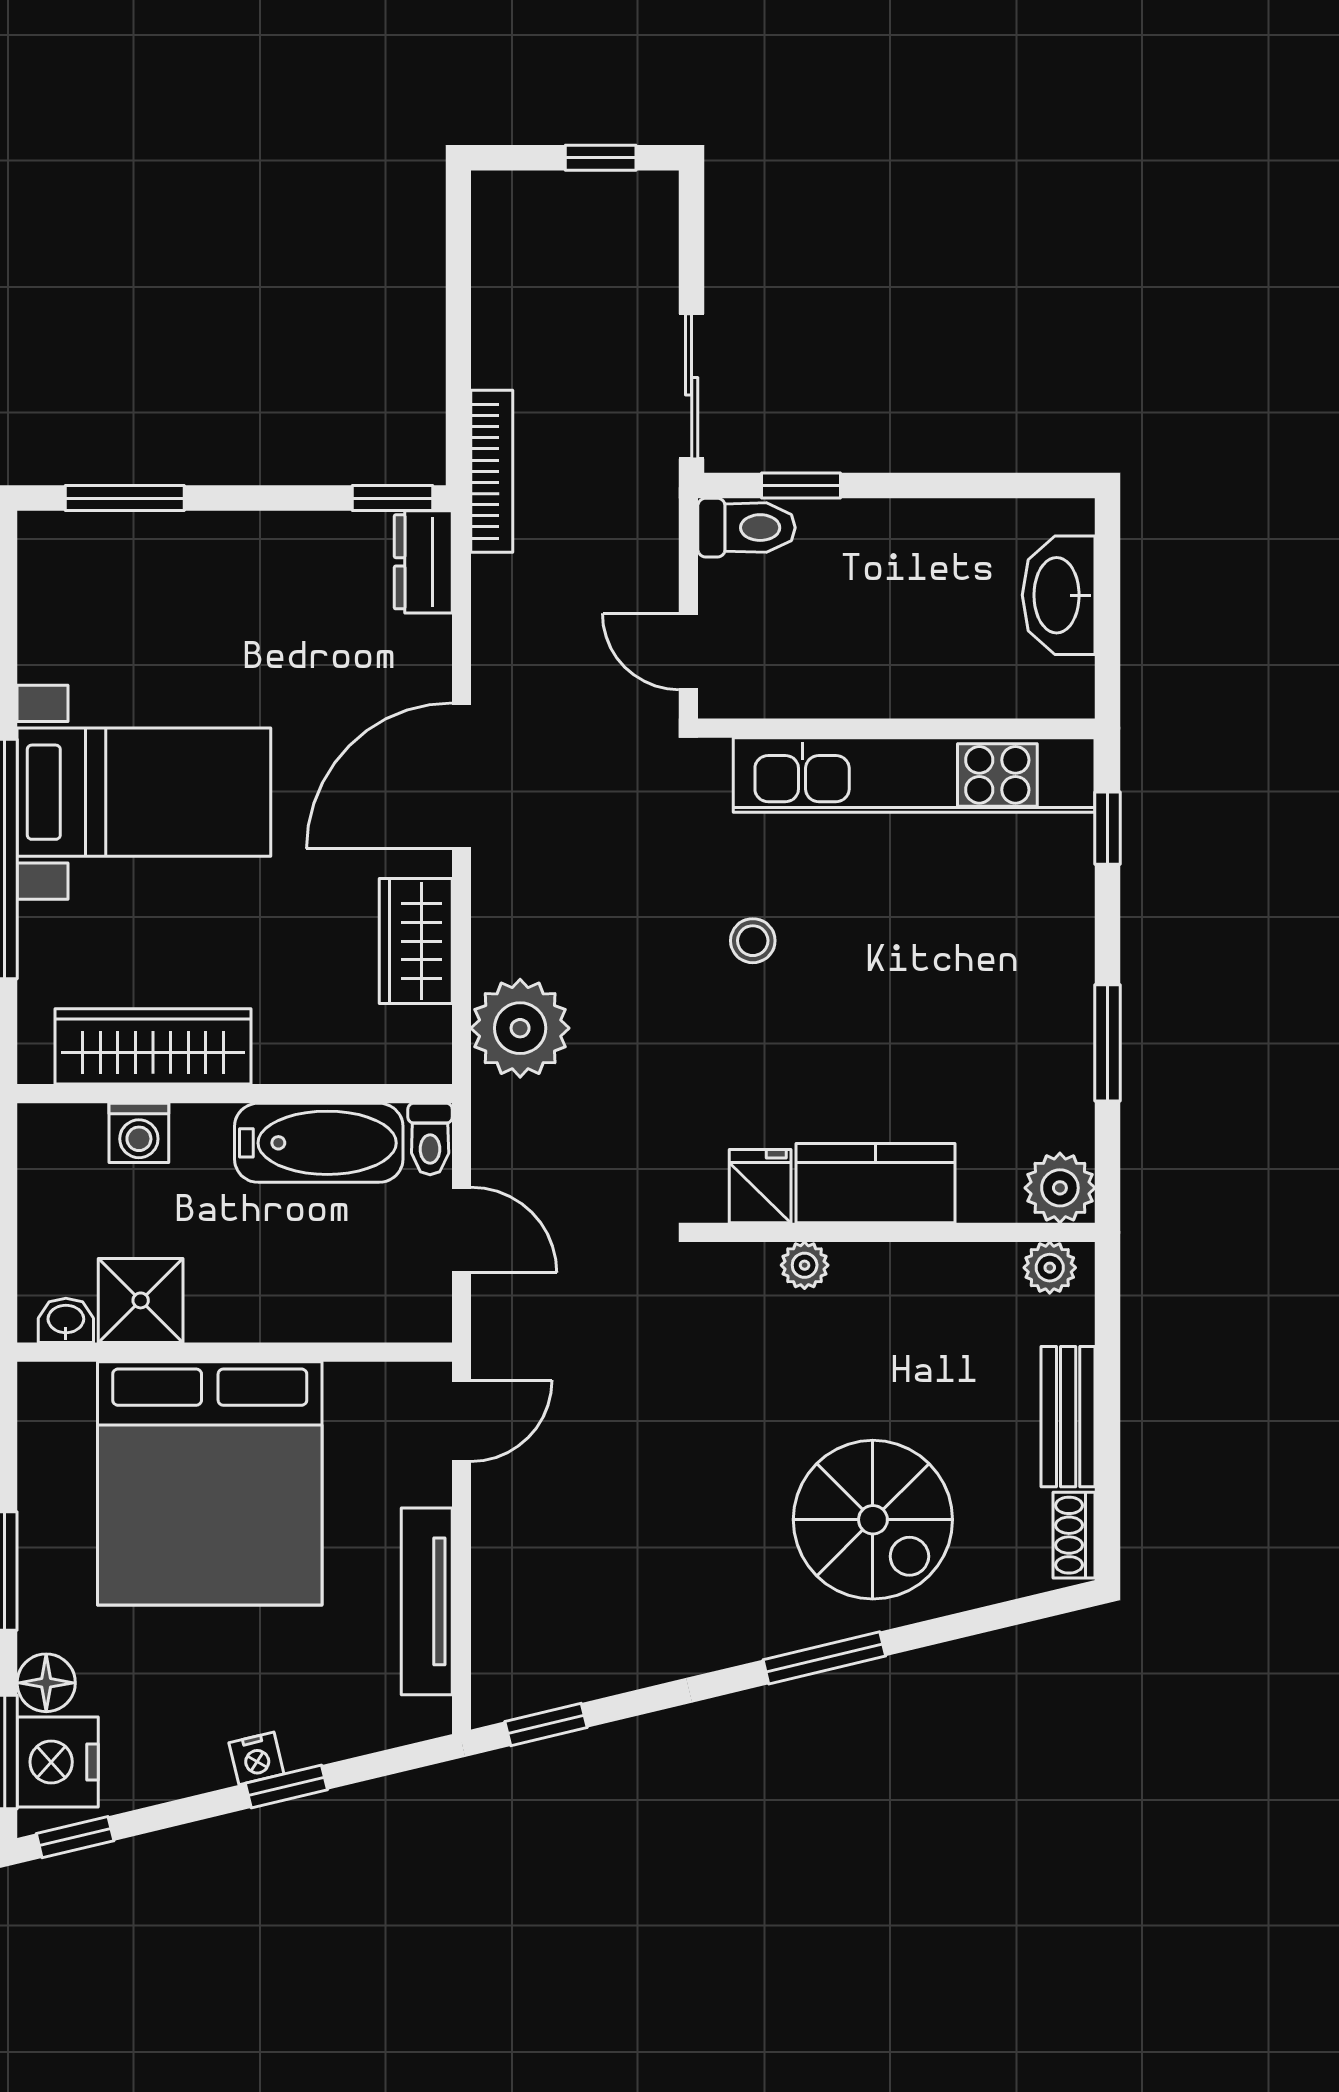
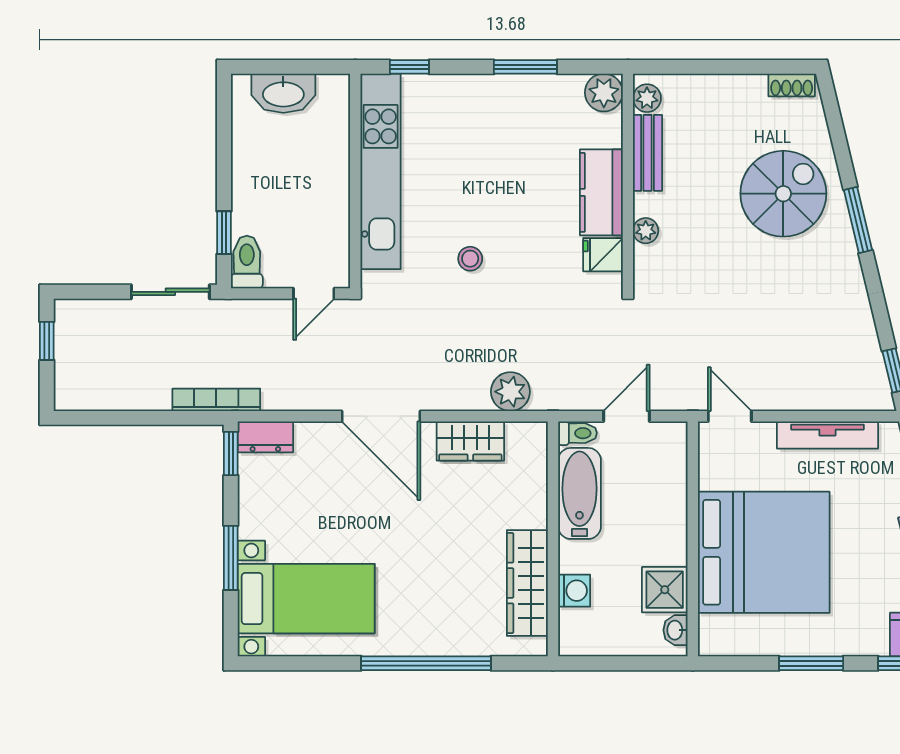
window: (125, 498) -> (231, 558), moved
bed with nightstands: (144, 792) -> (306, 599), moved, turned 90
plant: (520, 1028) -> (510, 392), width x0.73, depth x0.73
bench: (1068, 1417) -> (648, 153), moved, turned 90
floor lamp: (46, 1683) -> (872, 641), removed

